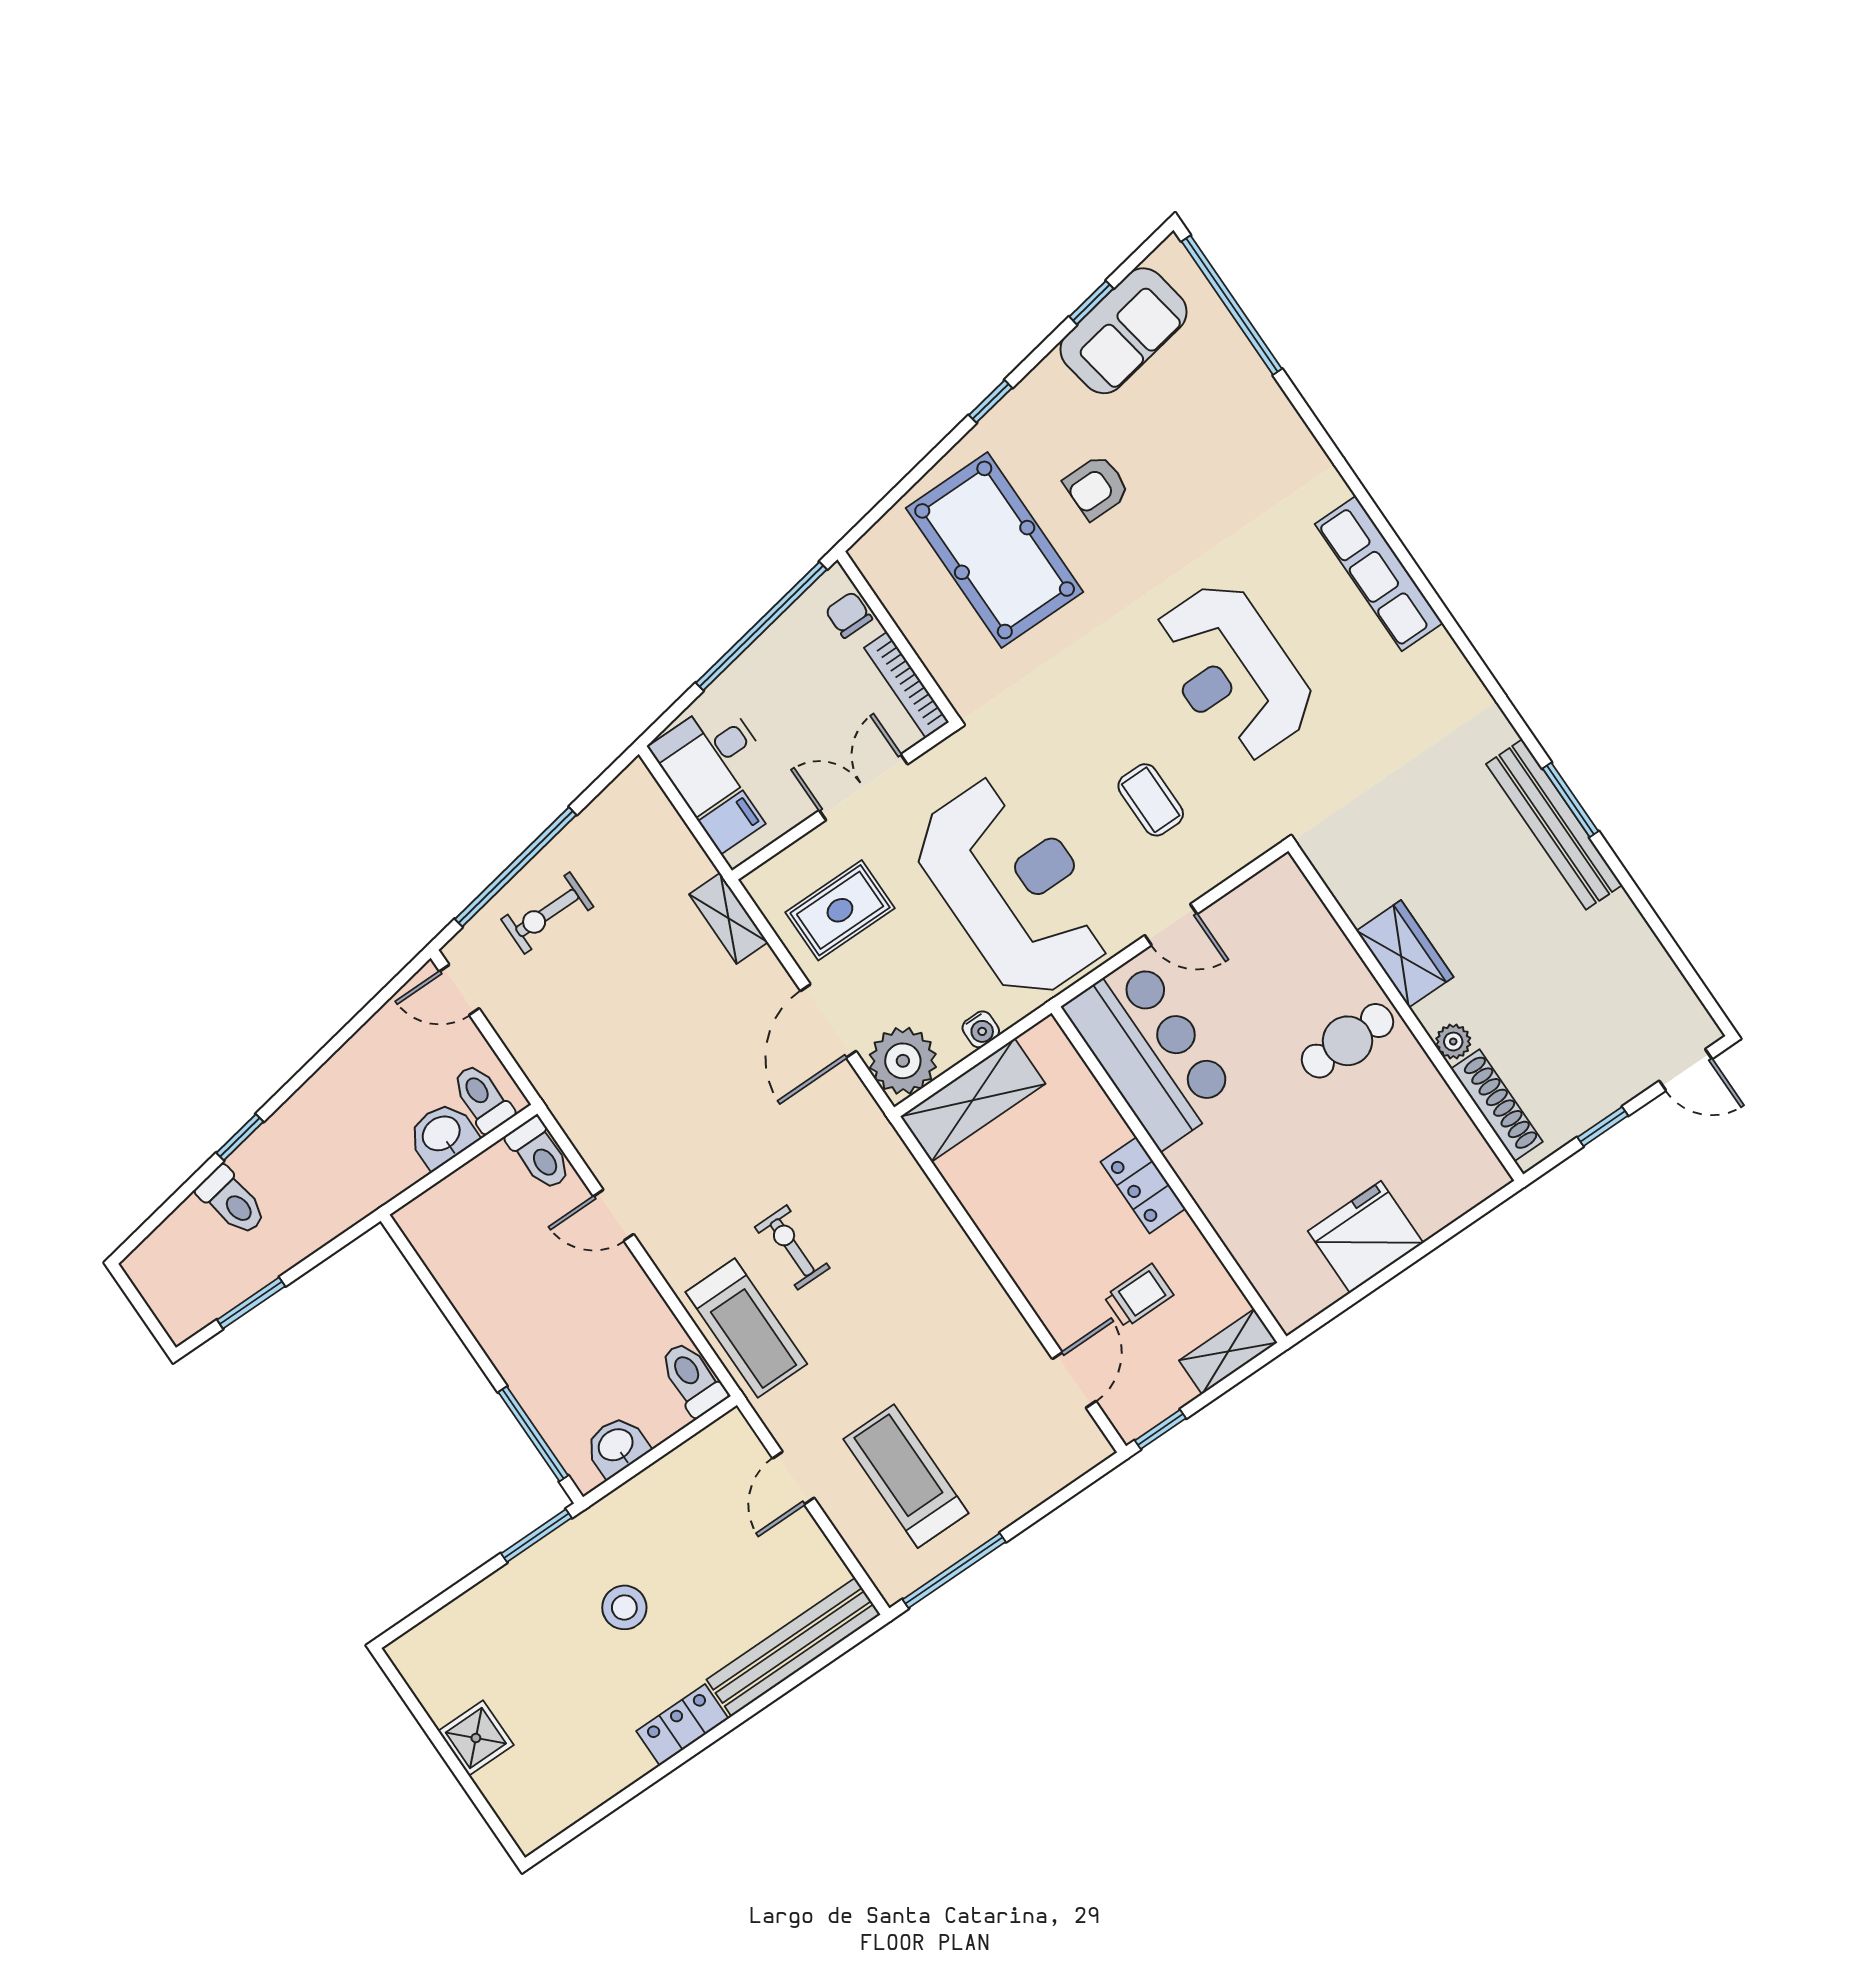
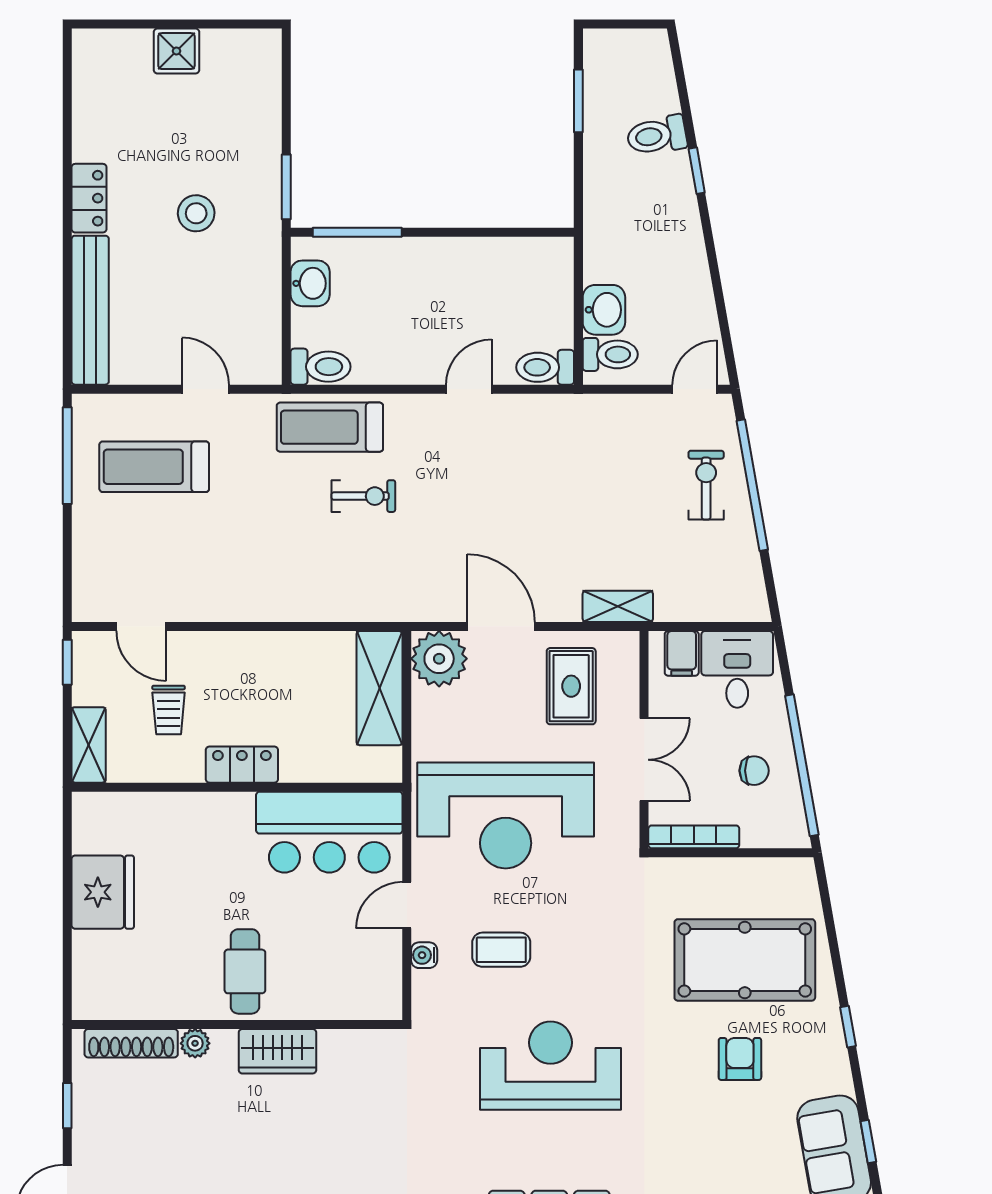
chair: (849, 615) -> (754, 771), moved
water cooler: (981, 1029) -> (424, 955), moved
treadmill: (906, 1476) -> (154, 467), turned 180

